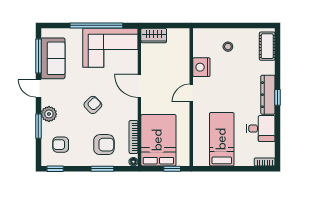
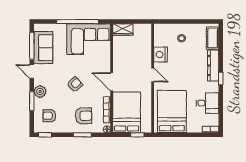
door: (139, 86) -> (112, 82), moved
door: (191, 93) -> (153, 75), swing flipped
dresser: (268, 95) -> (213, 66), moved
bed: (222, 139) -> (172, 111), width x1.50

